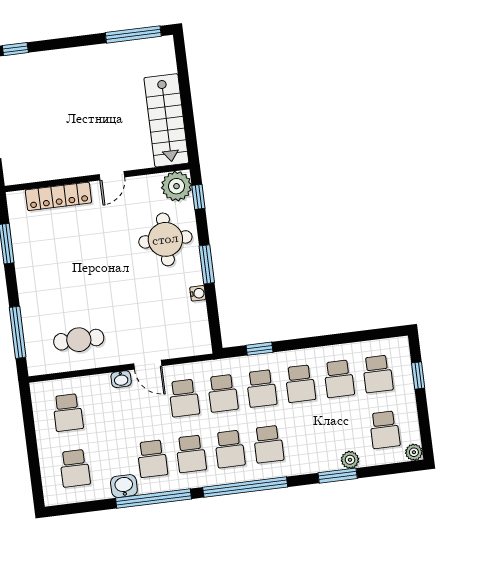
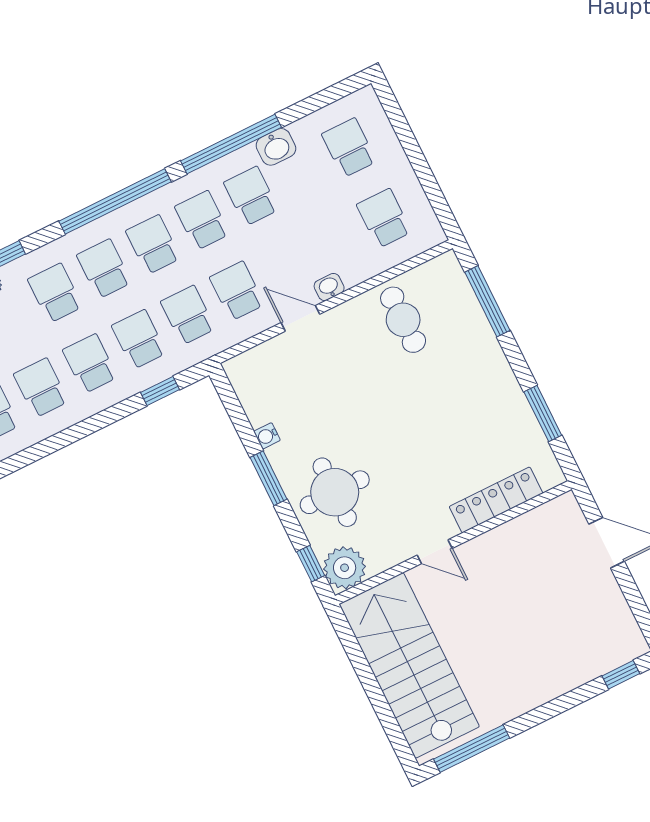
stairs: (166, 120) -> (409, 665), width x1.36, depth x1.51
door: (112, 176) -> (435, 552), swing flipped
cafe table: (79, 340) -> (403, 320), turned 90
school desk: (307, 439) -> (55, 293), added

